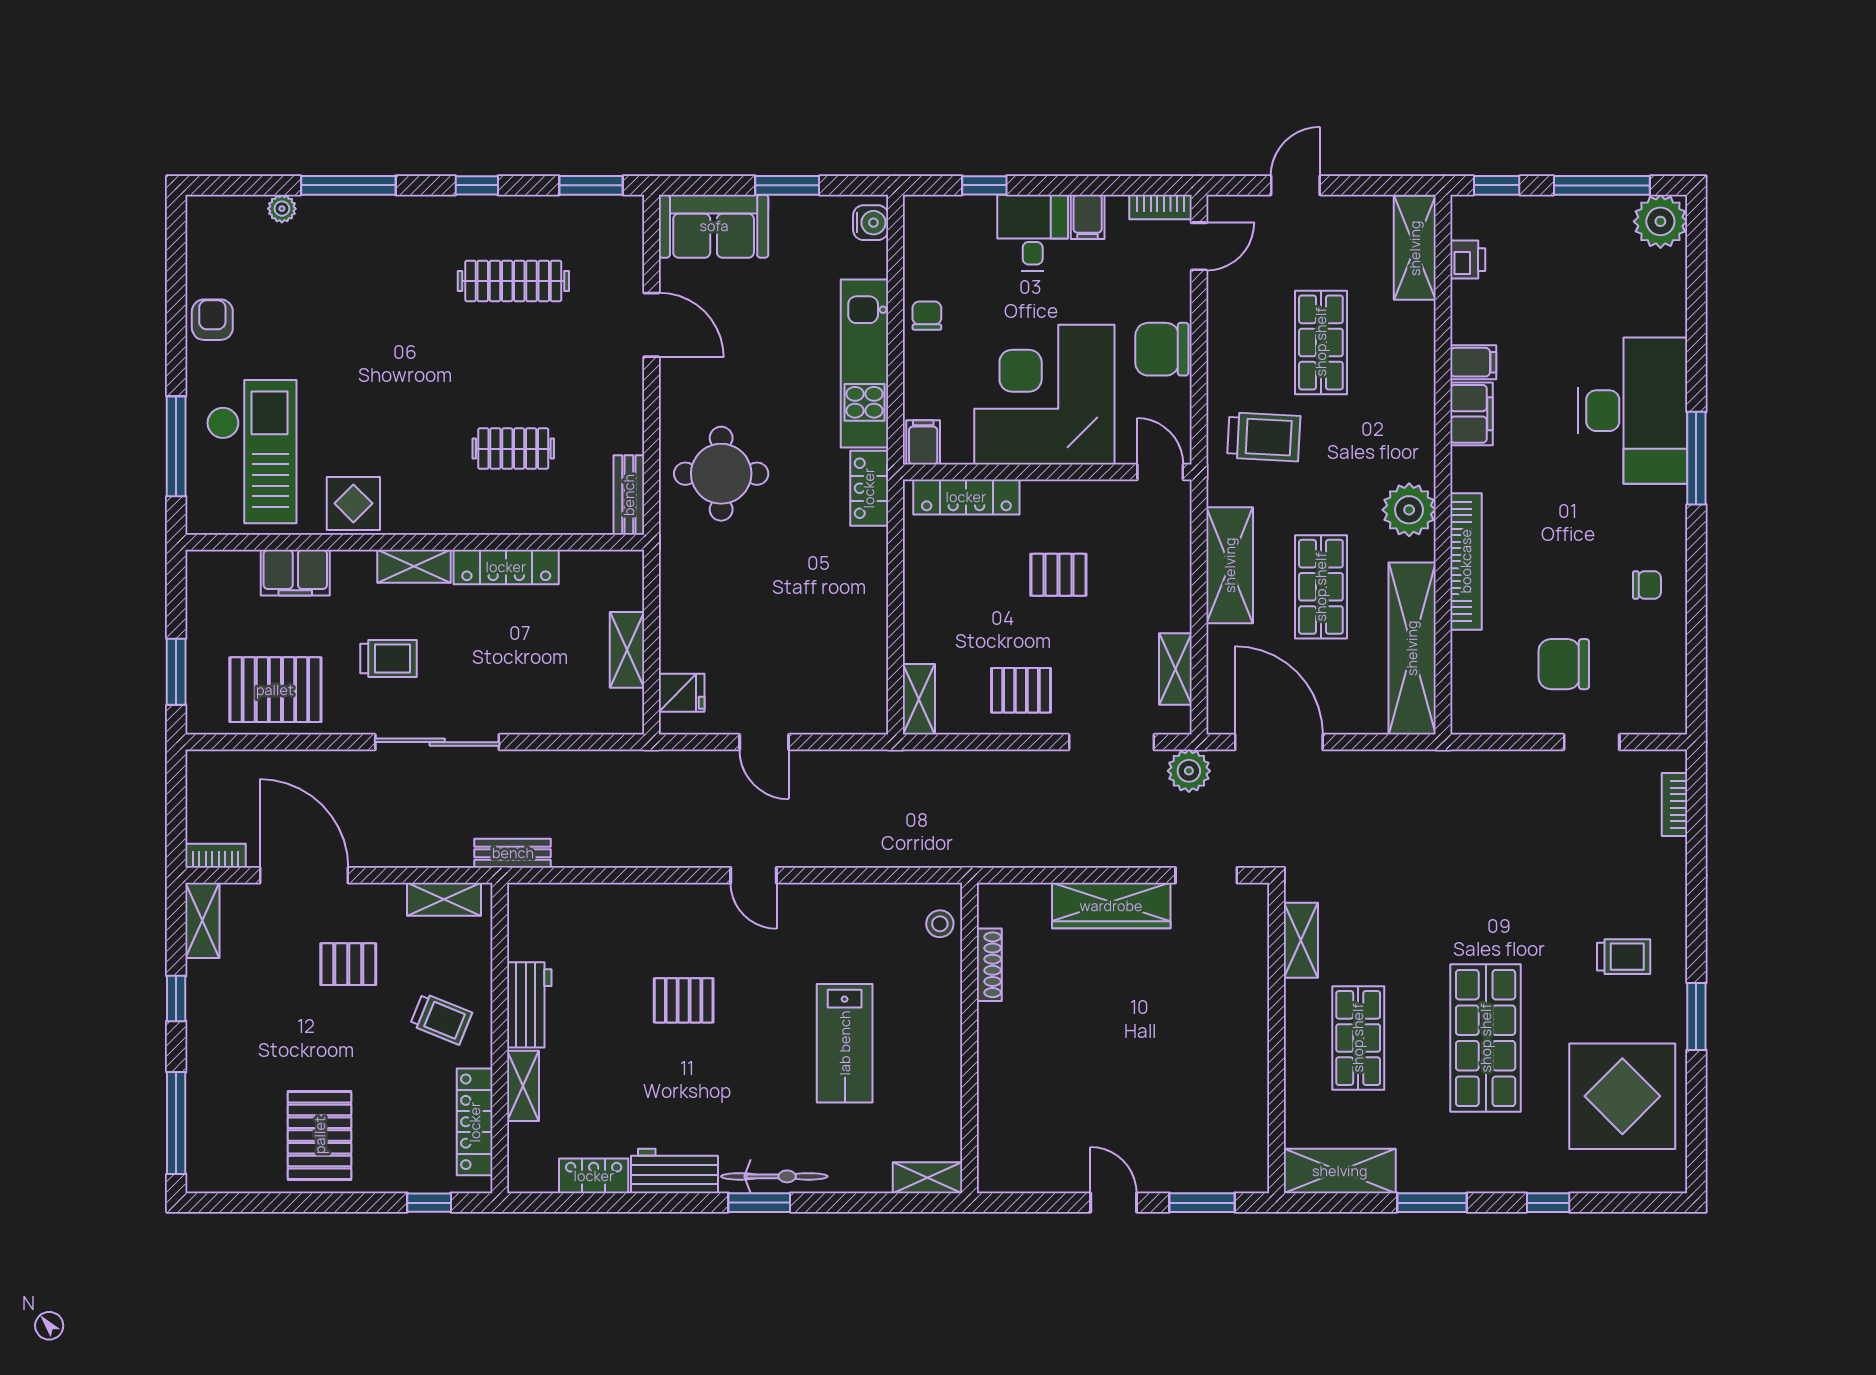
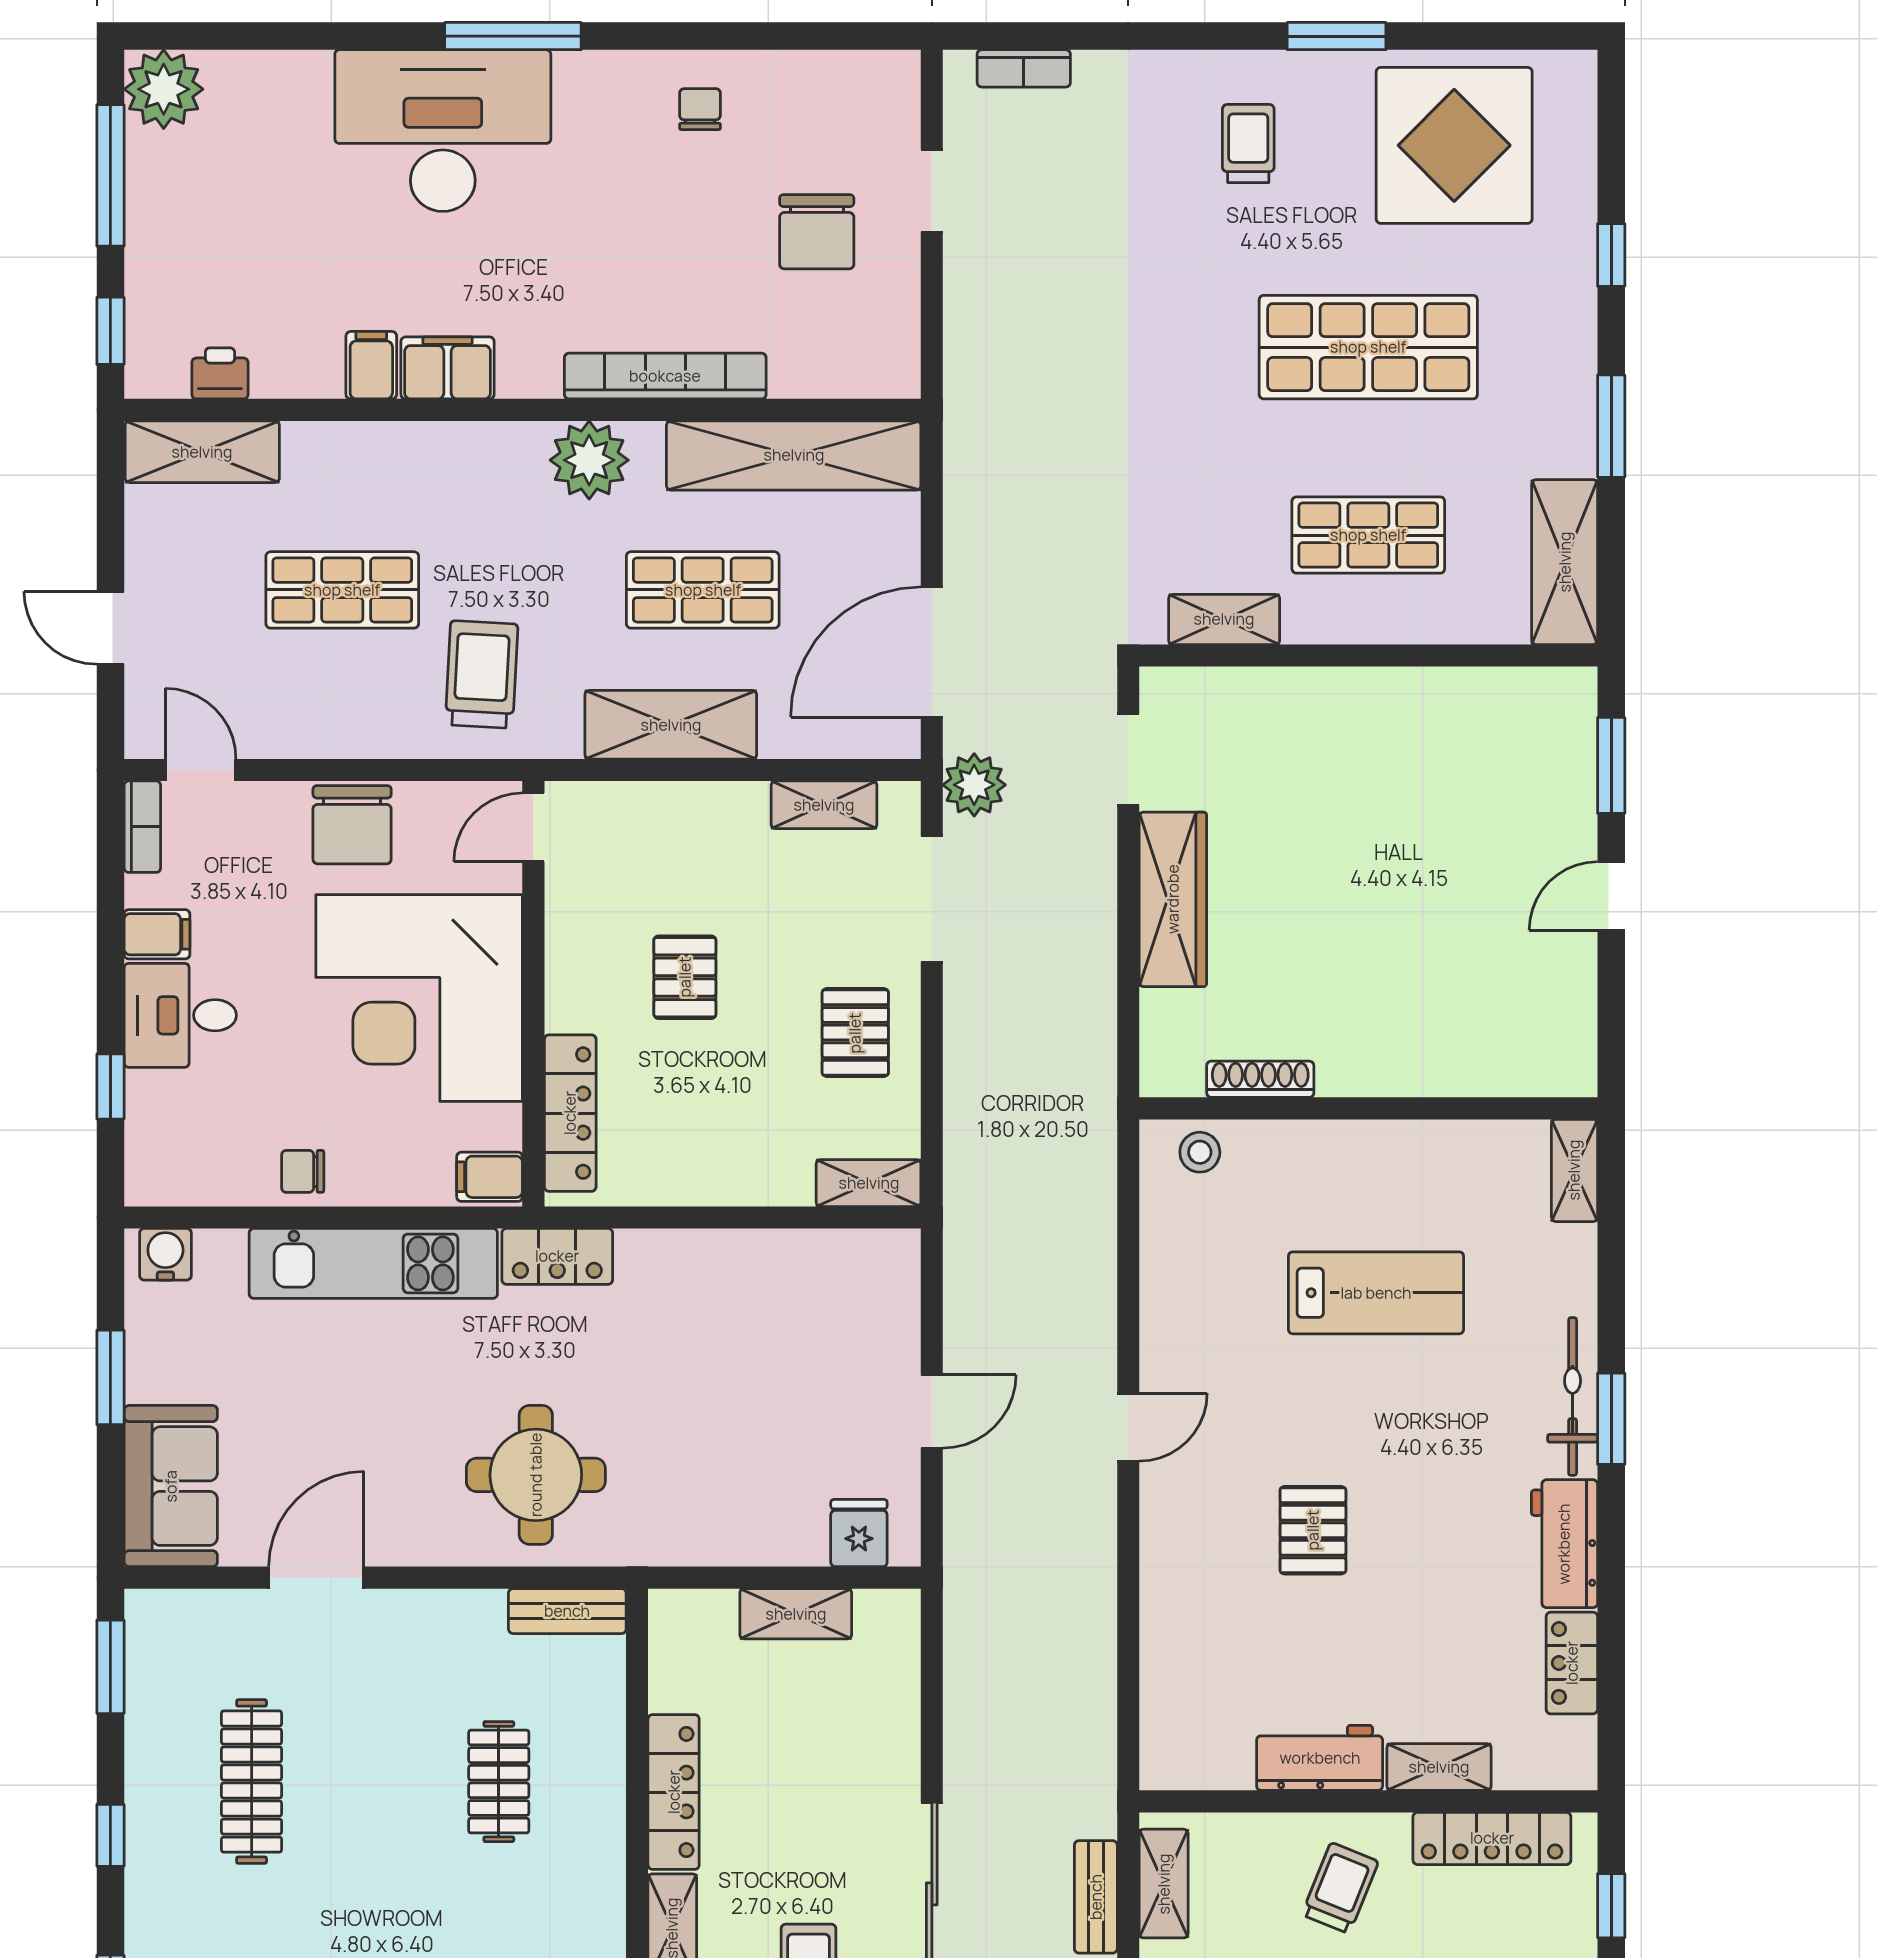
bench: (513, 853) -> (1096, 1897), moved

